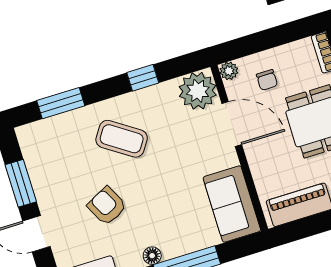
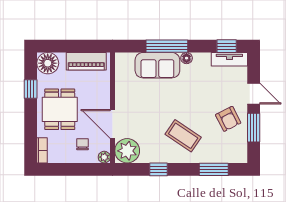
sofa: (232, 204) -> (157, 65), moved, turned 90
armchair: (107, 206) -> (228, 119), moved

